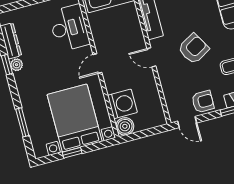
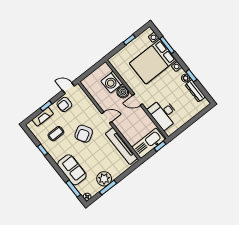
door: (97, 63) -> (137, 100), swing flipped
bed with nightstands: (75, 118) -> (153, 62), moved, turned 90
boiler: (125, 126) -> (123, 92), moved

